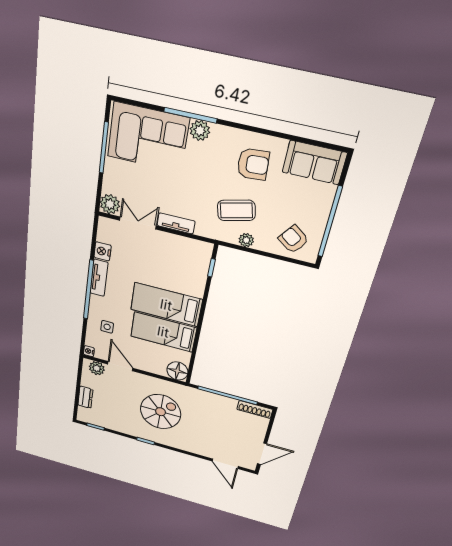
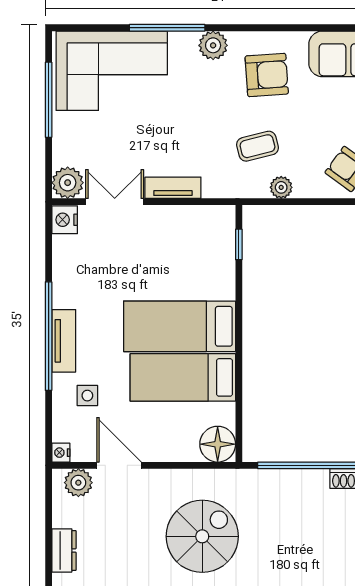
plant: (200, 131) -> (213, 45), moved
coffee table: (236, 210) -> (257, 146), width x0.73, depth x0.77
nightstand: (103, 251) -> (65, 220), moved
tv unit: (99, 278) -> (64, 341), moved

